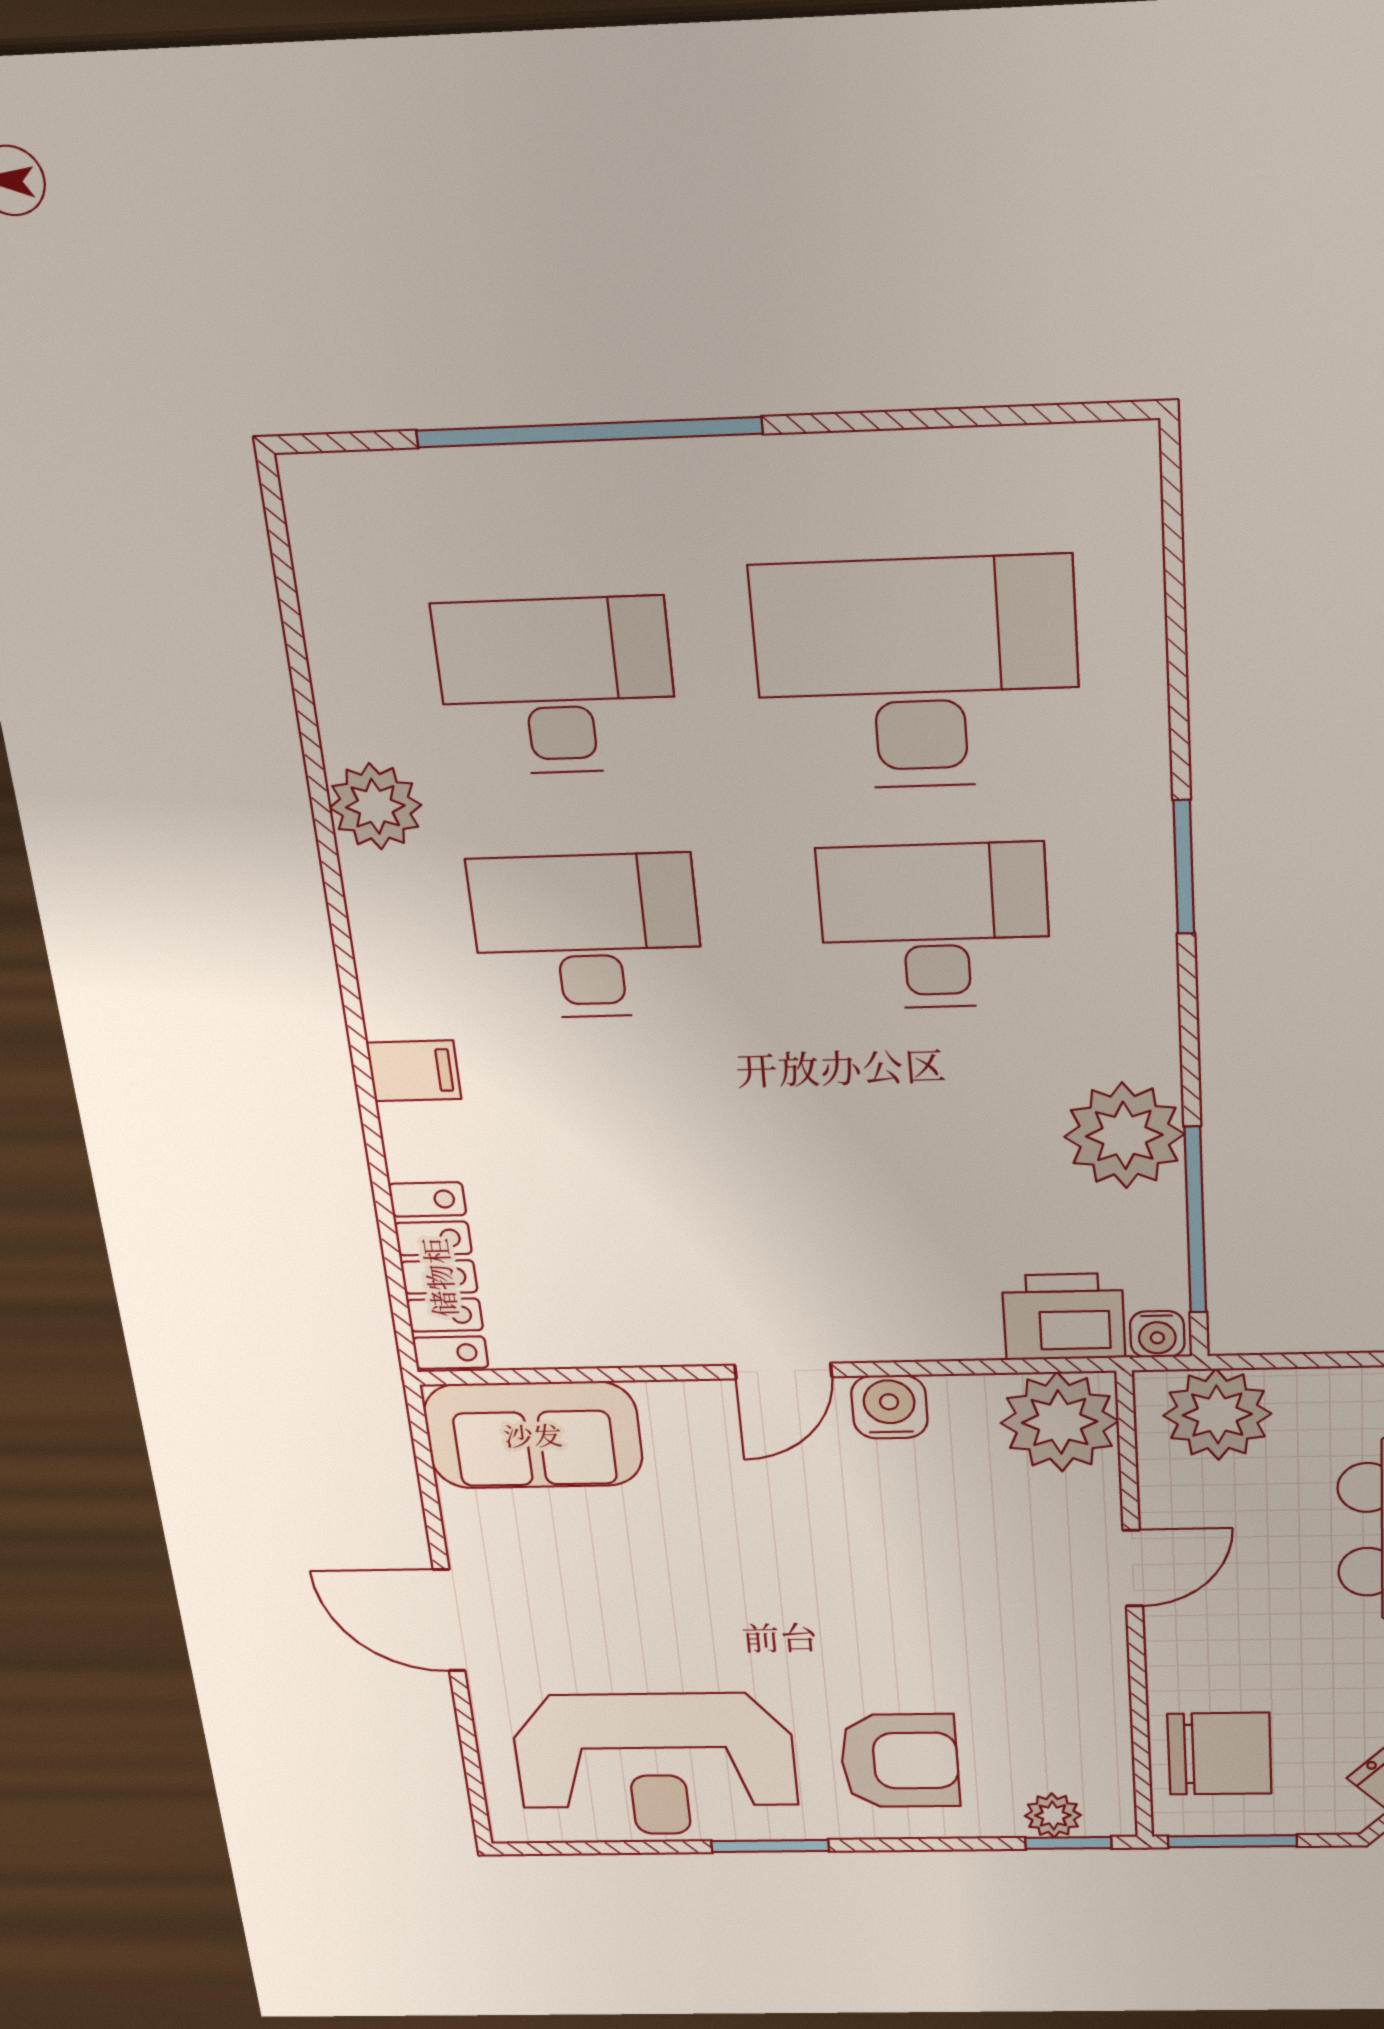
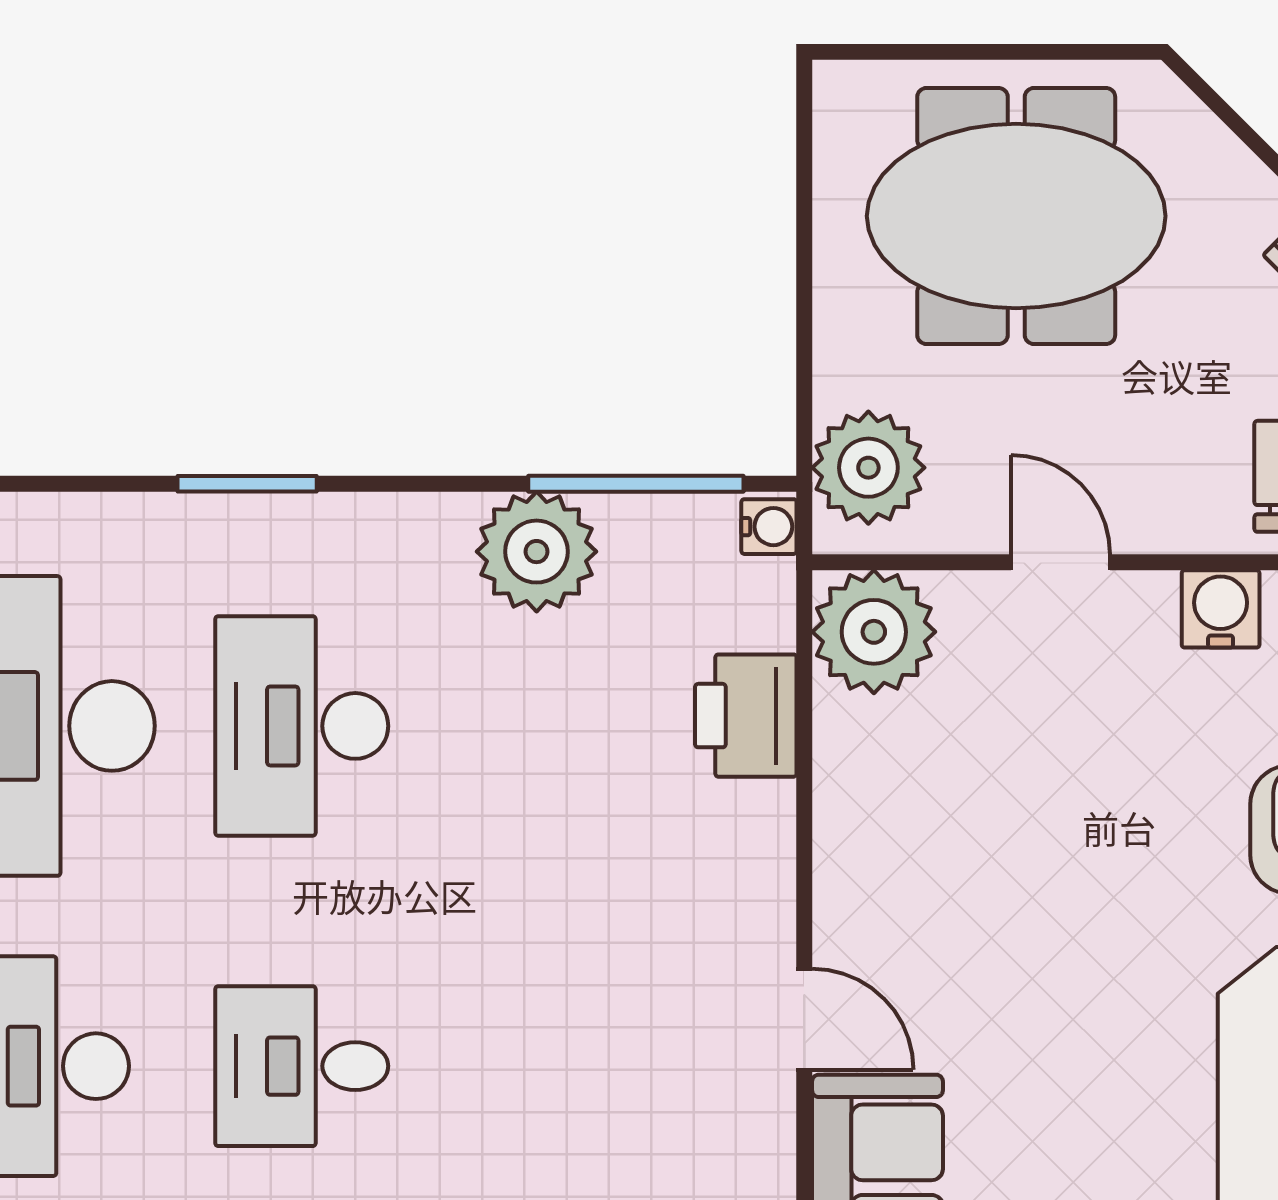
desk: (587, 937) -> (302, 1066), width x0.73
printer: (1064, 1317) -> (746, 716), moved
door: (783, 1371) -> (804, 1019), moved
water cooler: (889, 1407) -> (1221, 609), moved, turned 90

